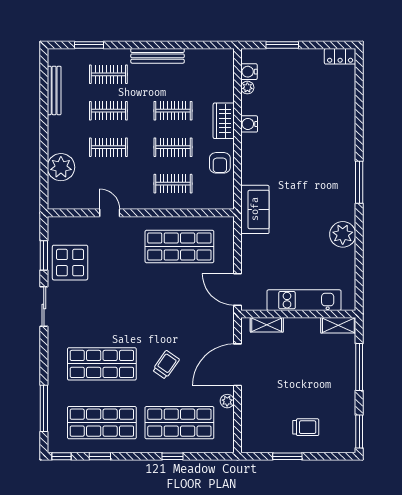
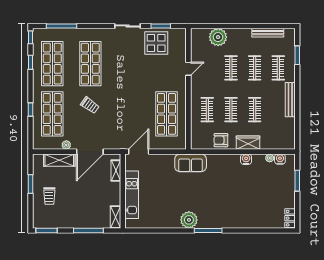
plant: (343, 234) -> (189, 220), moved
door: (237, 365) -> (90, 152), swing flipped
shelving: (250, 412) -> (59, 160), added

